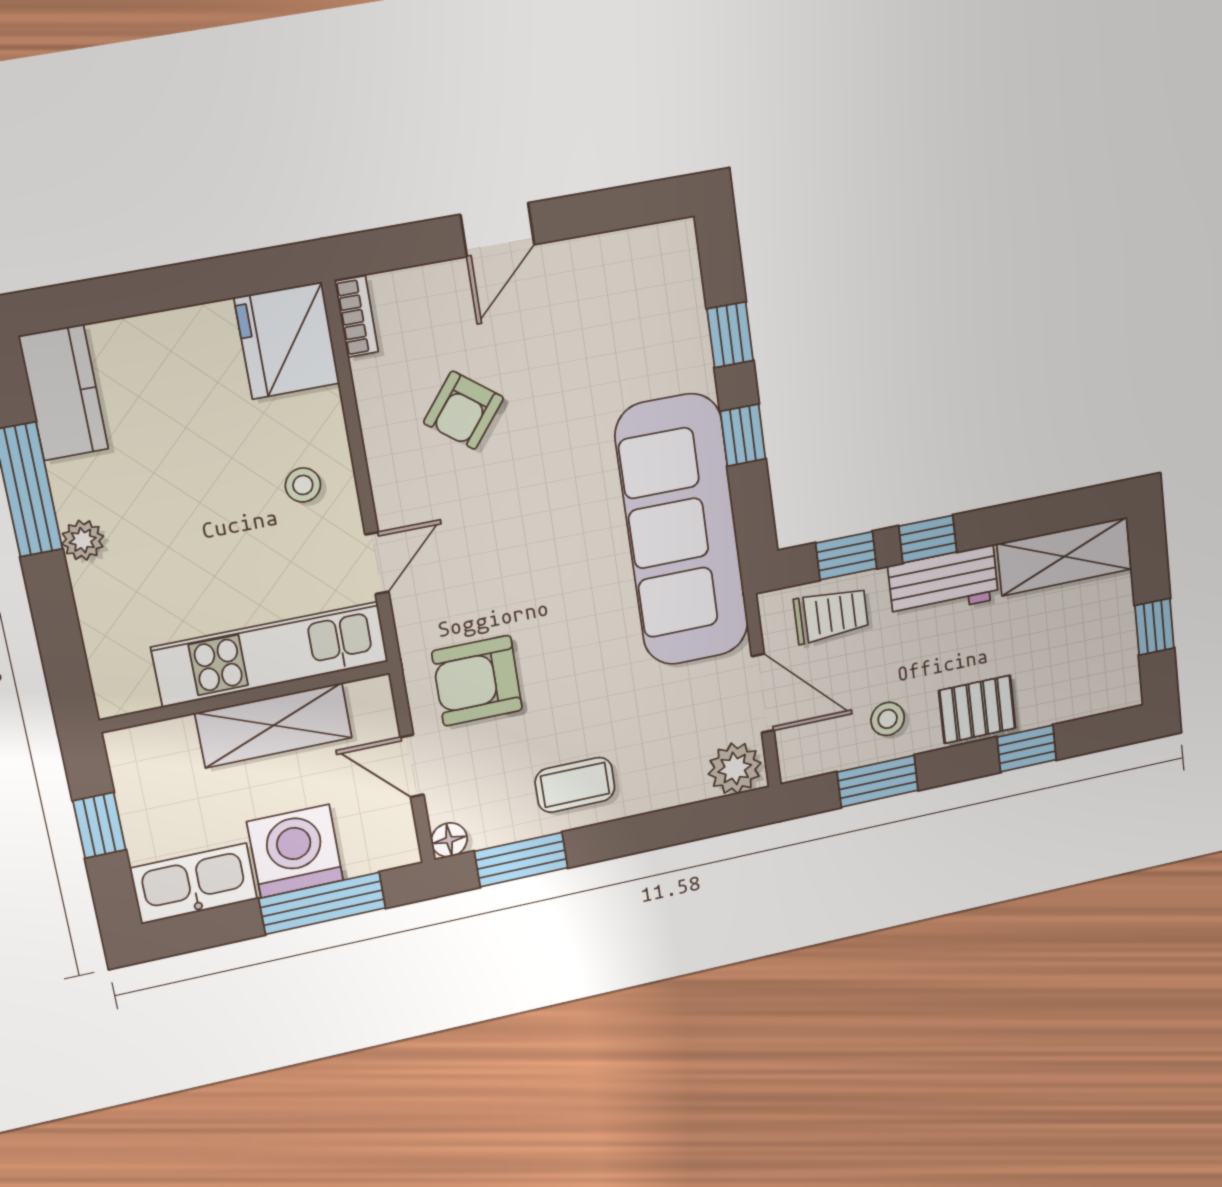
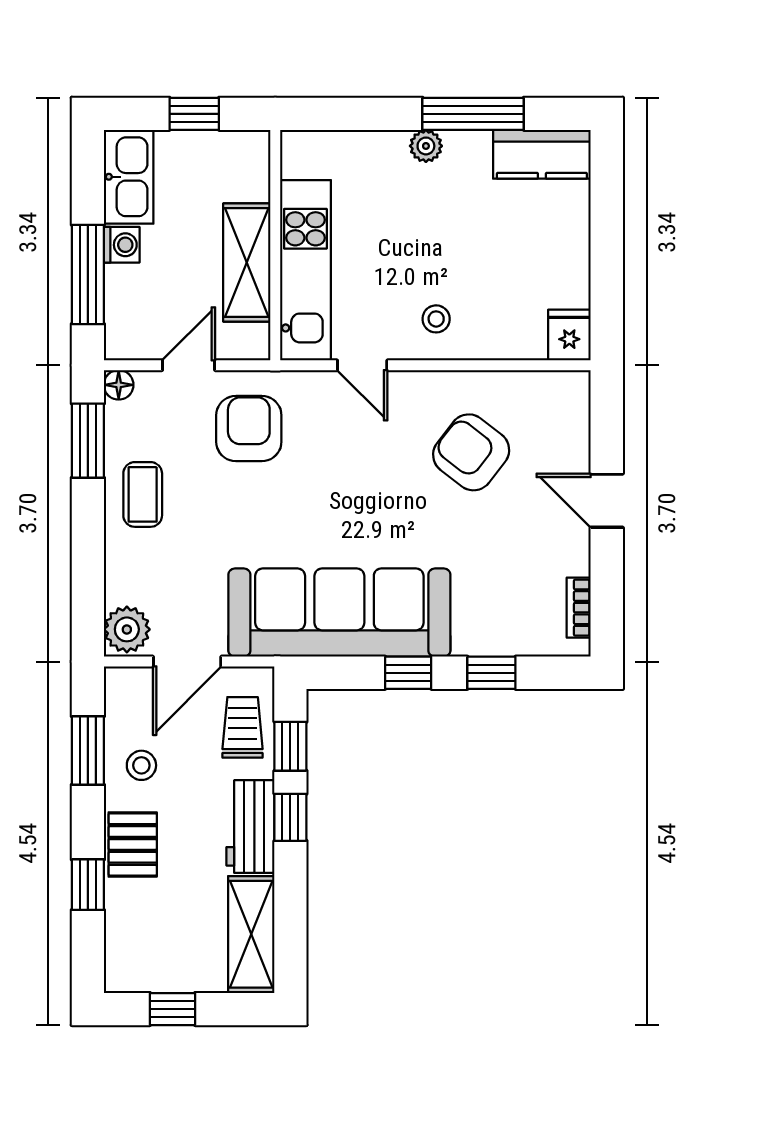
bookcase: (357, 317) -> (579, 608), moved, turned 90
fridge: (287, 341) -> (569, 335), width x0.53, depth x0.75
armchair: (463, 410) -> (471, 452), width x1.38, depth x1.38
trolley: (831, 615) -> (243, 727), turned 180
washing machine: (295, 851) -> (122, 245), width x0.53, depth x0.53

